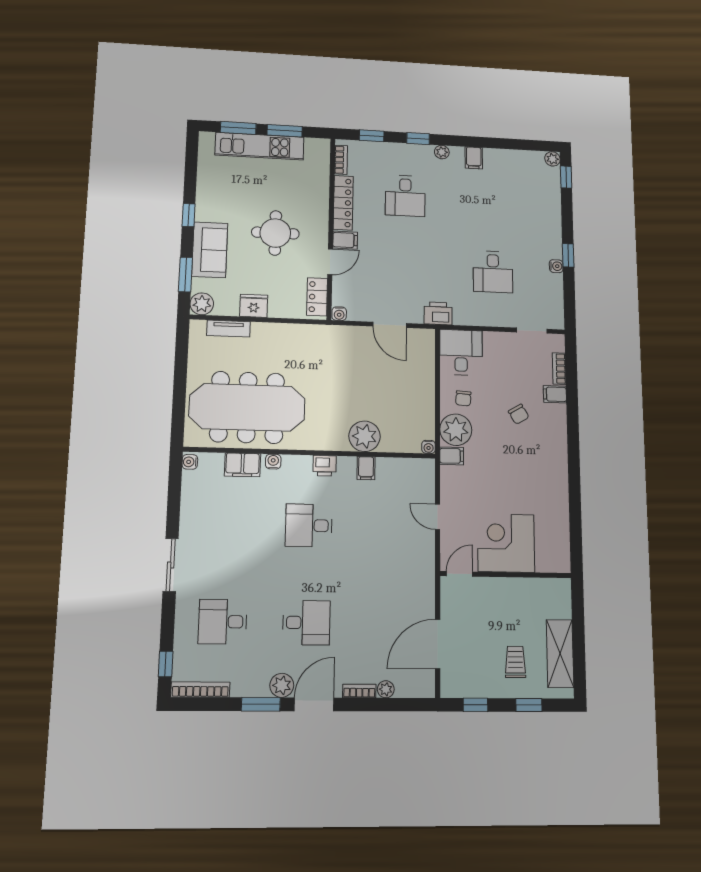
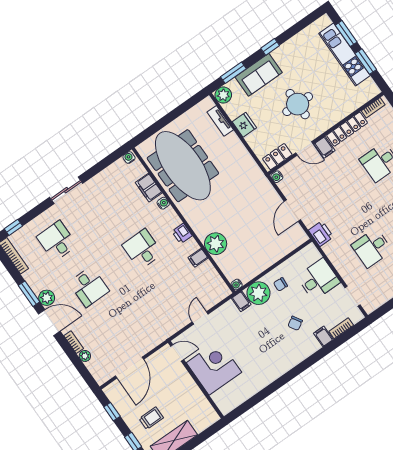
desk: (461, 352) -> (318, 279), moved
door: (438, 644) -> (130, 368), swing flipped

